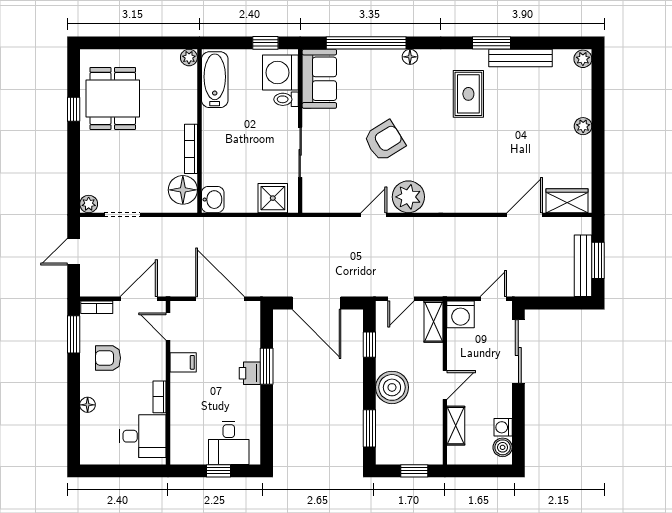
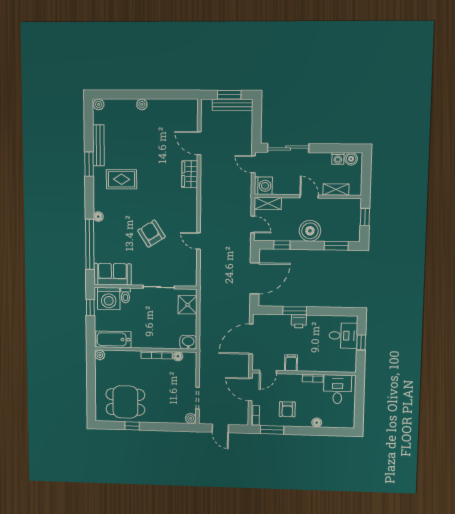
floor lamp: (183, 190) -> (178, 356), width x0.53, depth x0.53
plant: (408, 197) -> (187, 219), removed
wardrobe: (567, 201) -> (190, 174), moved

